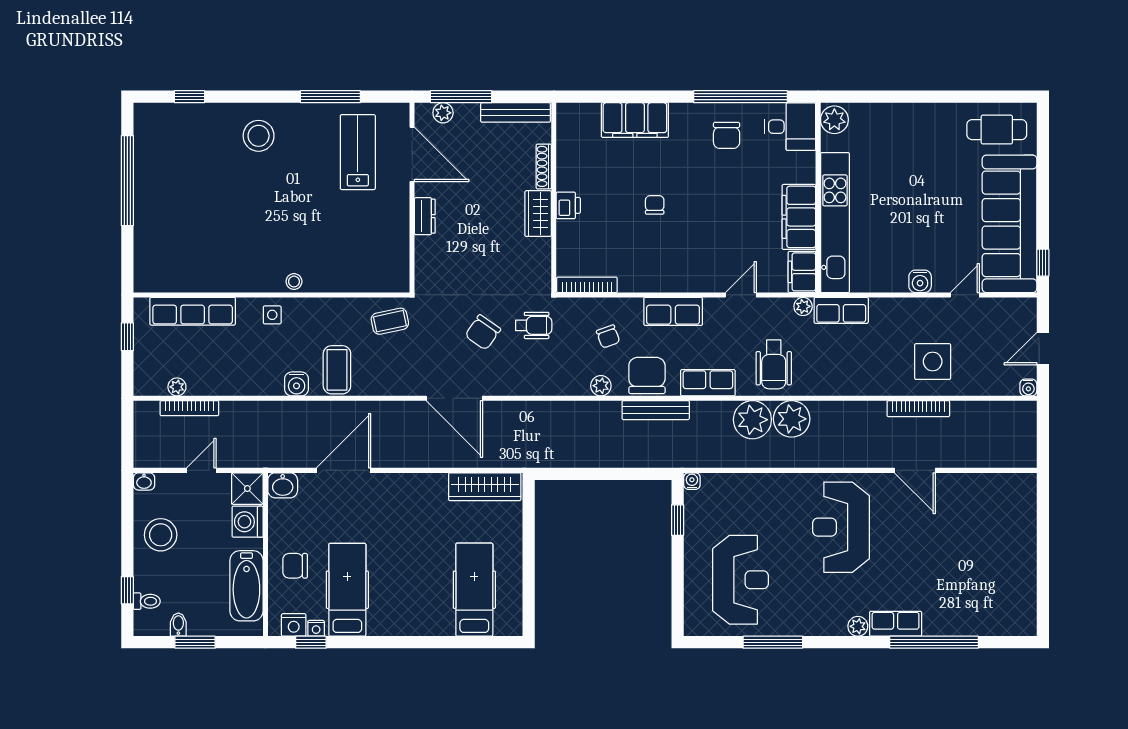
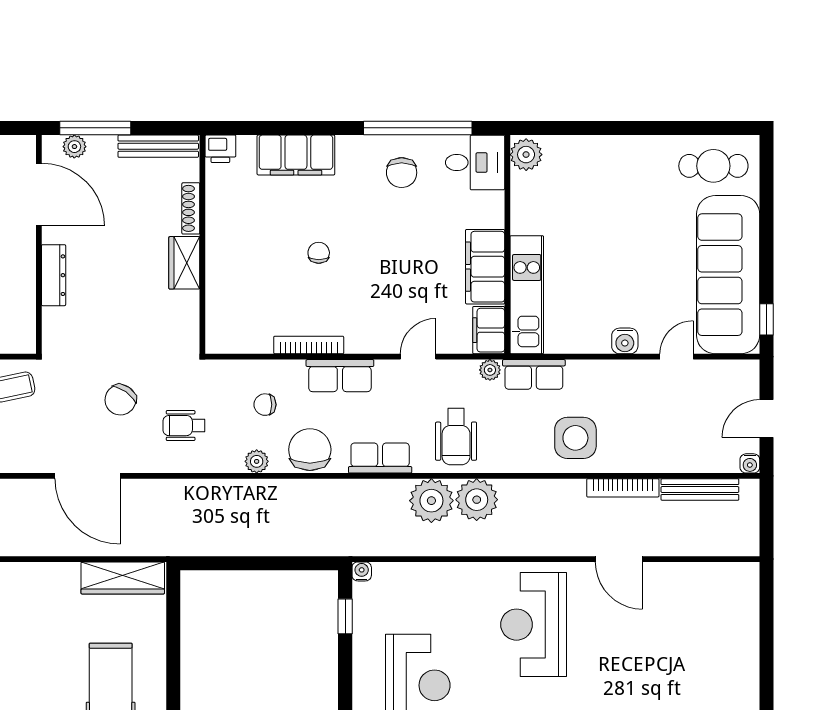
printer: (568, 205) -> (220, 149), moved, turned 90
dresser: (425, 216) -> (54, 275), width x1.44
kitchen unit: (835, 223) -> (527, 295), width x0.73
bookcase: (587, 285) -> (309, 345), moved
wheelchair: (534, 325) -> (184, 426), moved, turned 180
chair: (608, 336) -> (265, 405), turned 110
side table: (933, 362) -> (575, 438), moved
bench: (656, 410) -> (700, 490), moved

